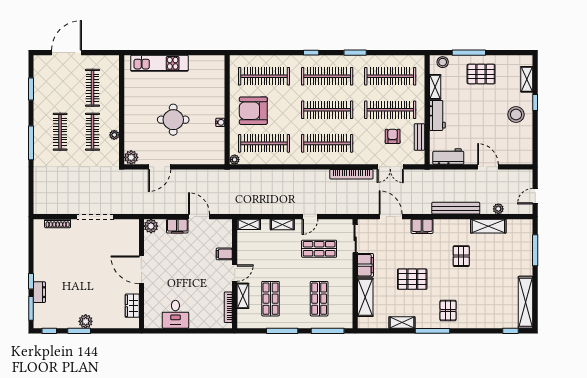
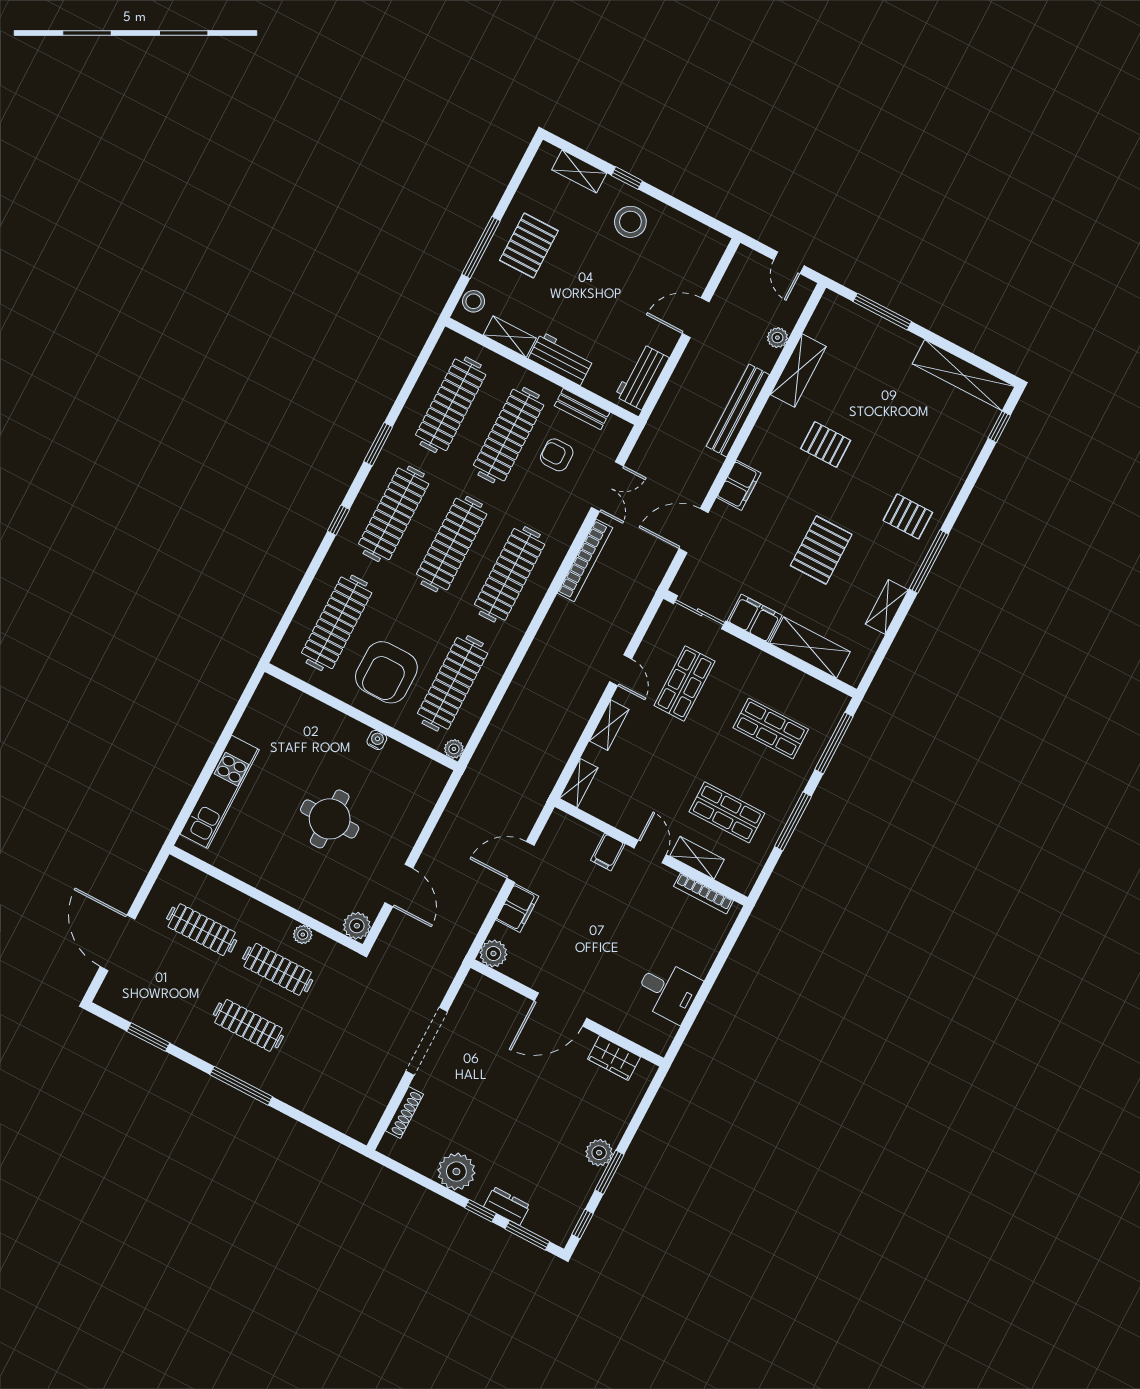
plant: (43, 261) -> (456, 1172), added

